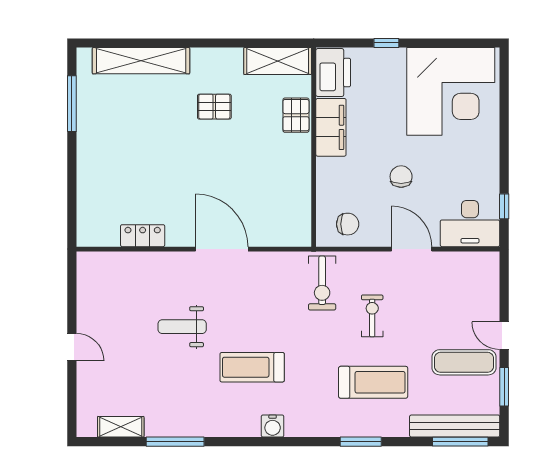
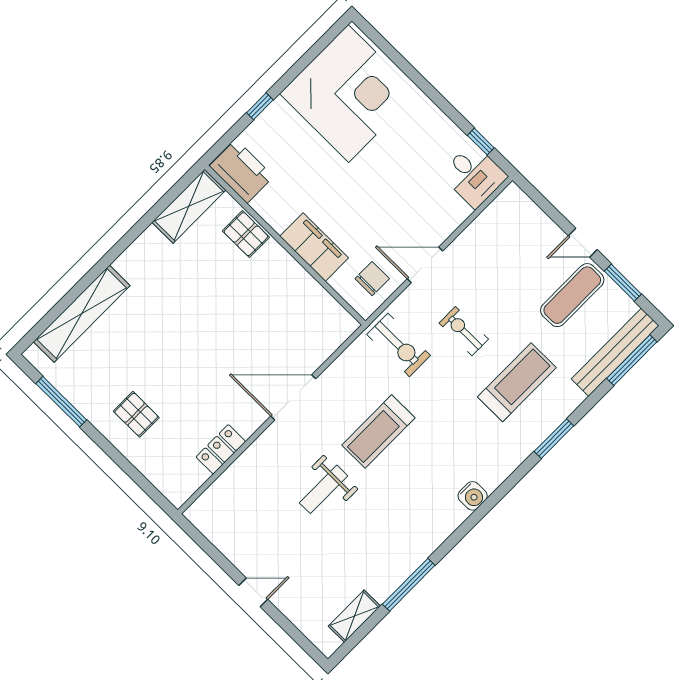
pallet: (214, 107) -> (136, 414), moved, turned 90
filing cabinet: (331, 127) -> (314, 247), moved
chair: (401, 177) -> (377, 199), removed
desk: (470, 224) -> (474, 175), width x0.73
door: (412, 249) -> (425, 265), moved
treadmill: (252, 367) -> (378, 431), moved

